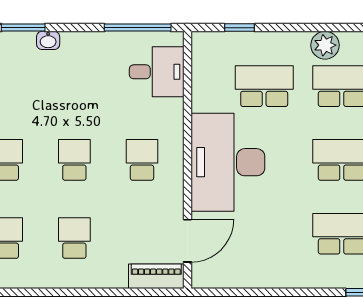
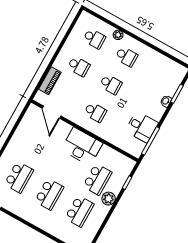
plant: (325, 45) -> (109, 199), moved
desk: (157, 72) -> (142, 127), moved, turned -90
desk: (228, 162) -> (82, 146), width x0.73, depth x0.77
piano: (156, 276) -> (50, 81), moved

